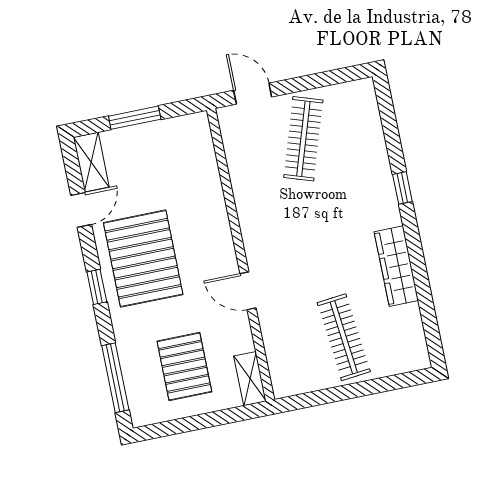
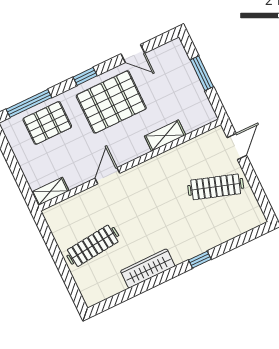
shelving: (91, 162) -> (165, 136), moved
pallet: (184, 367) -> (47, 123), moved

